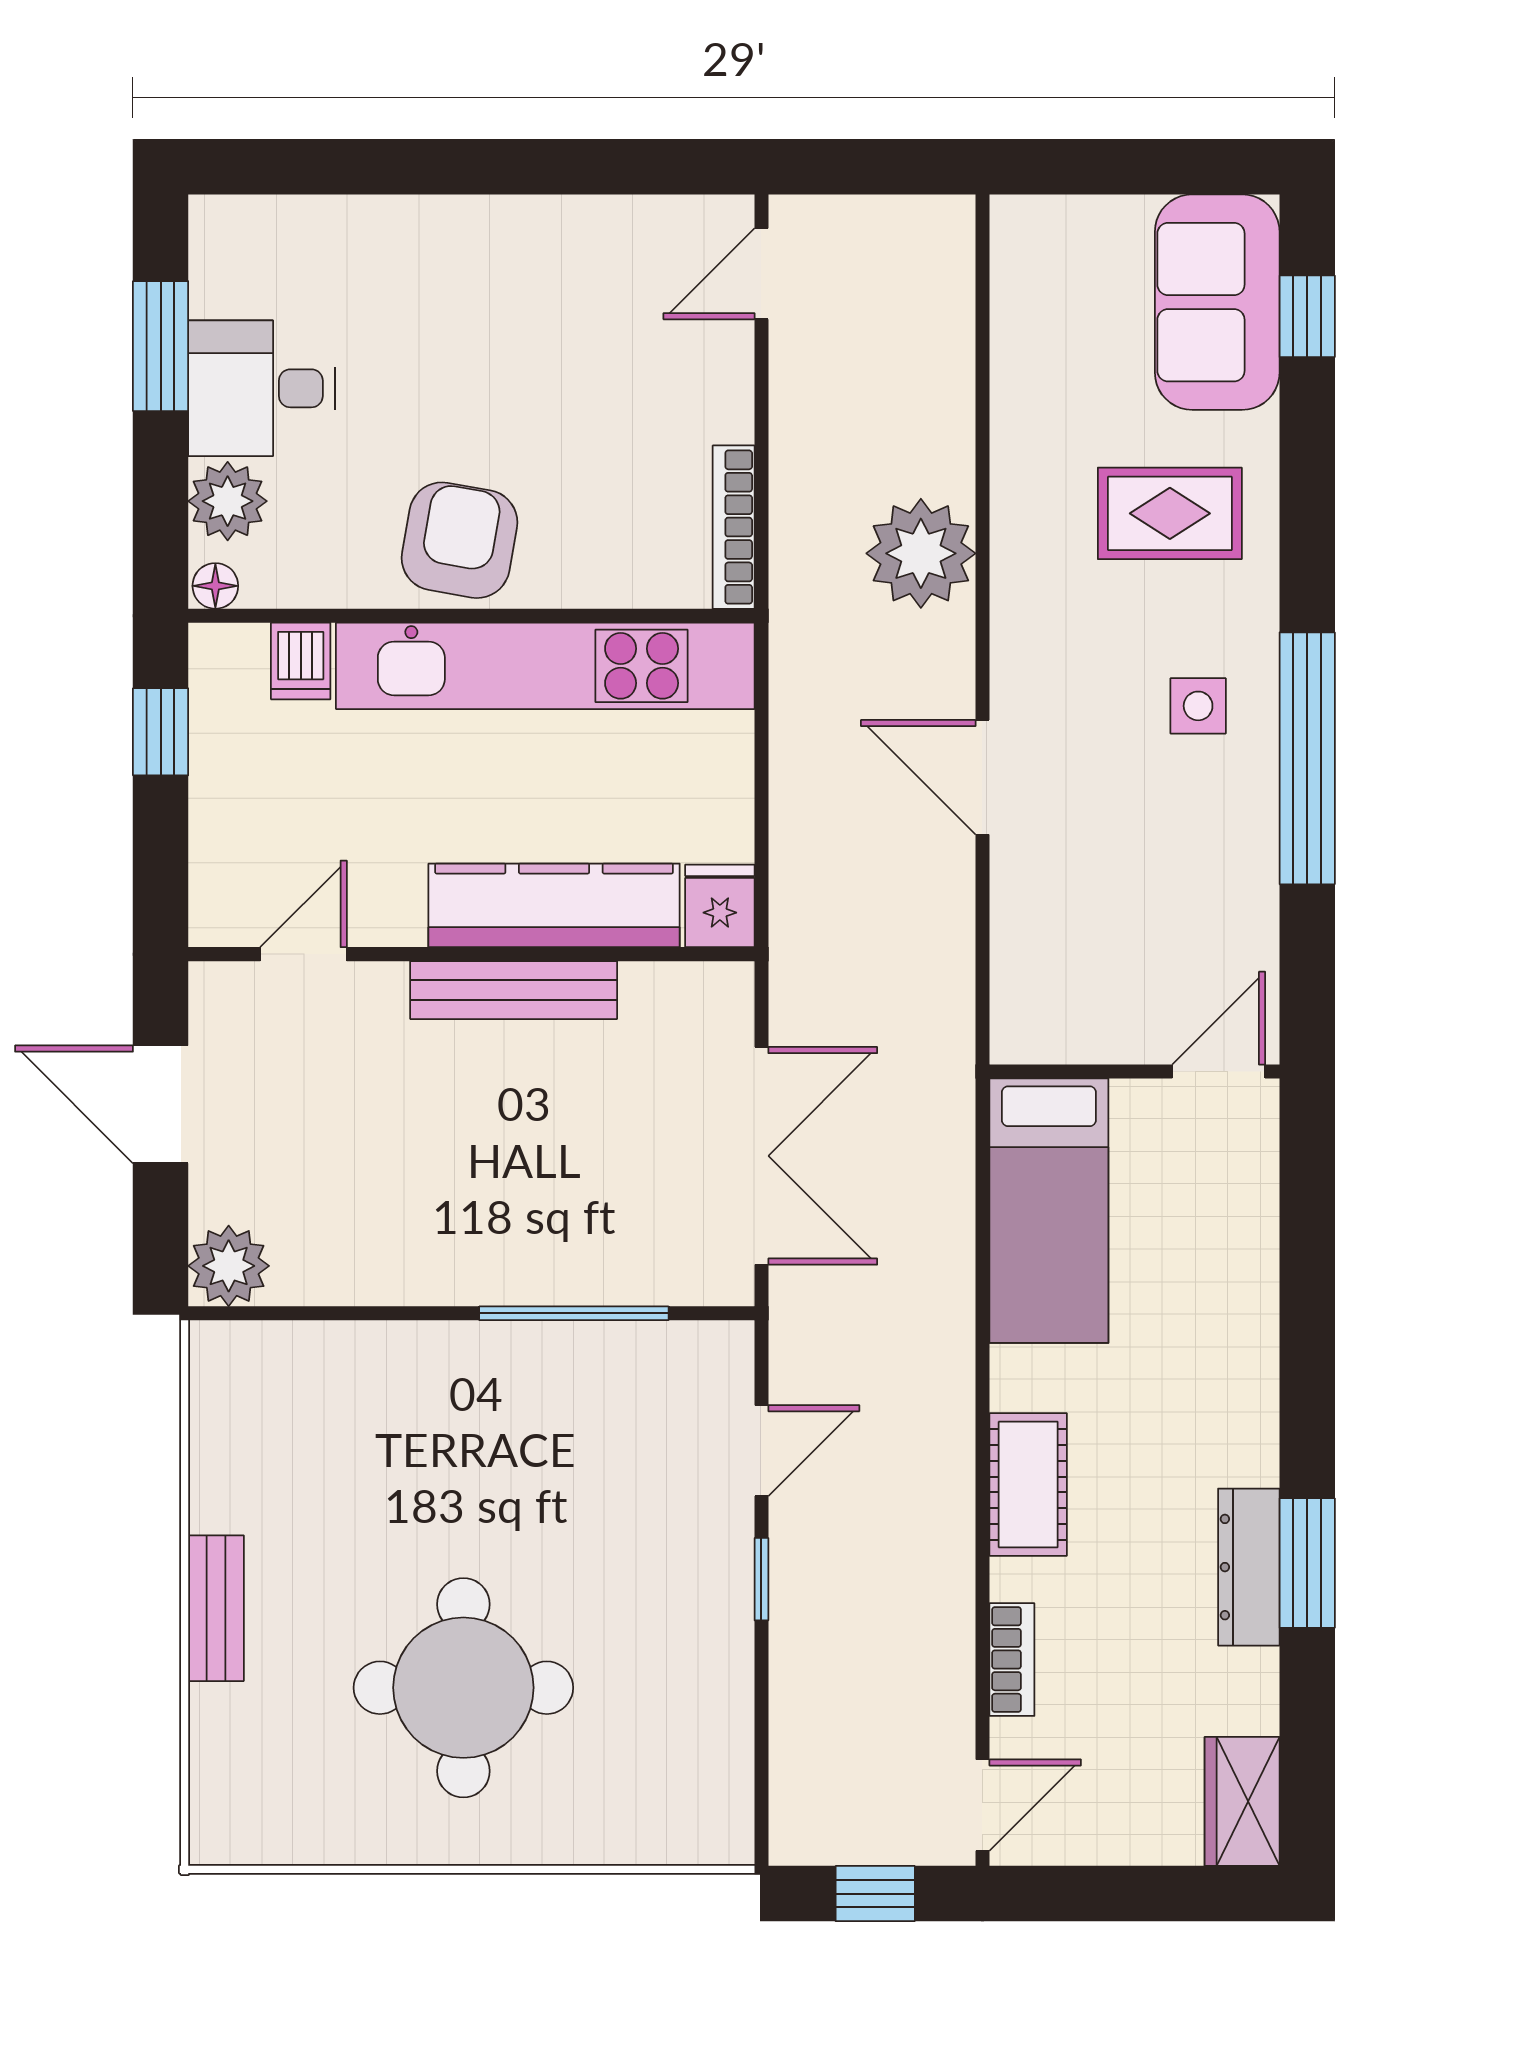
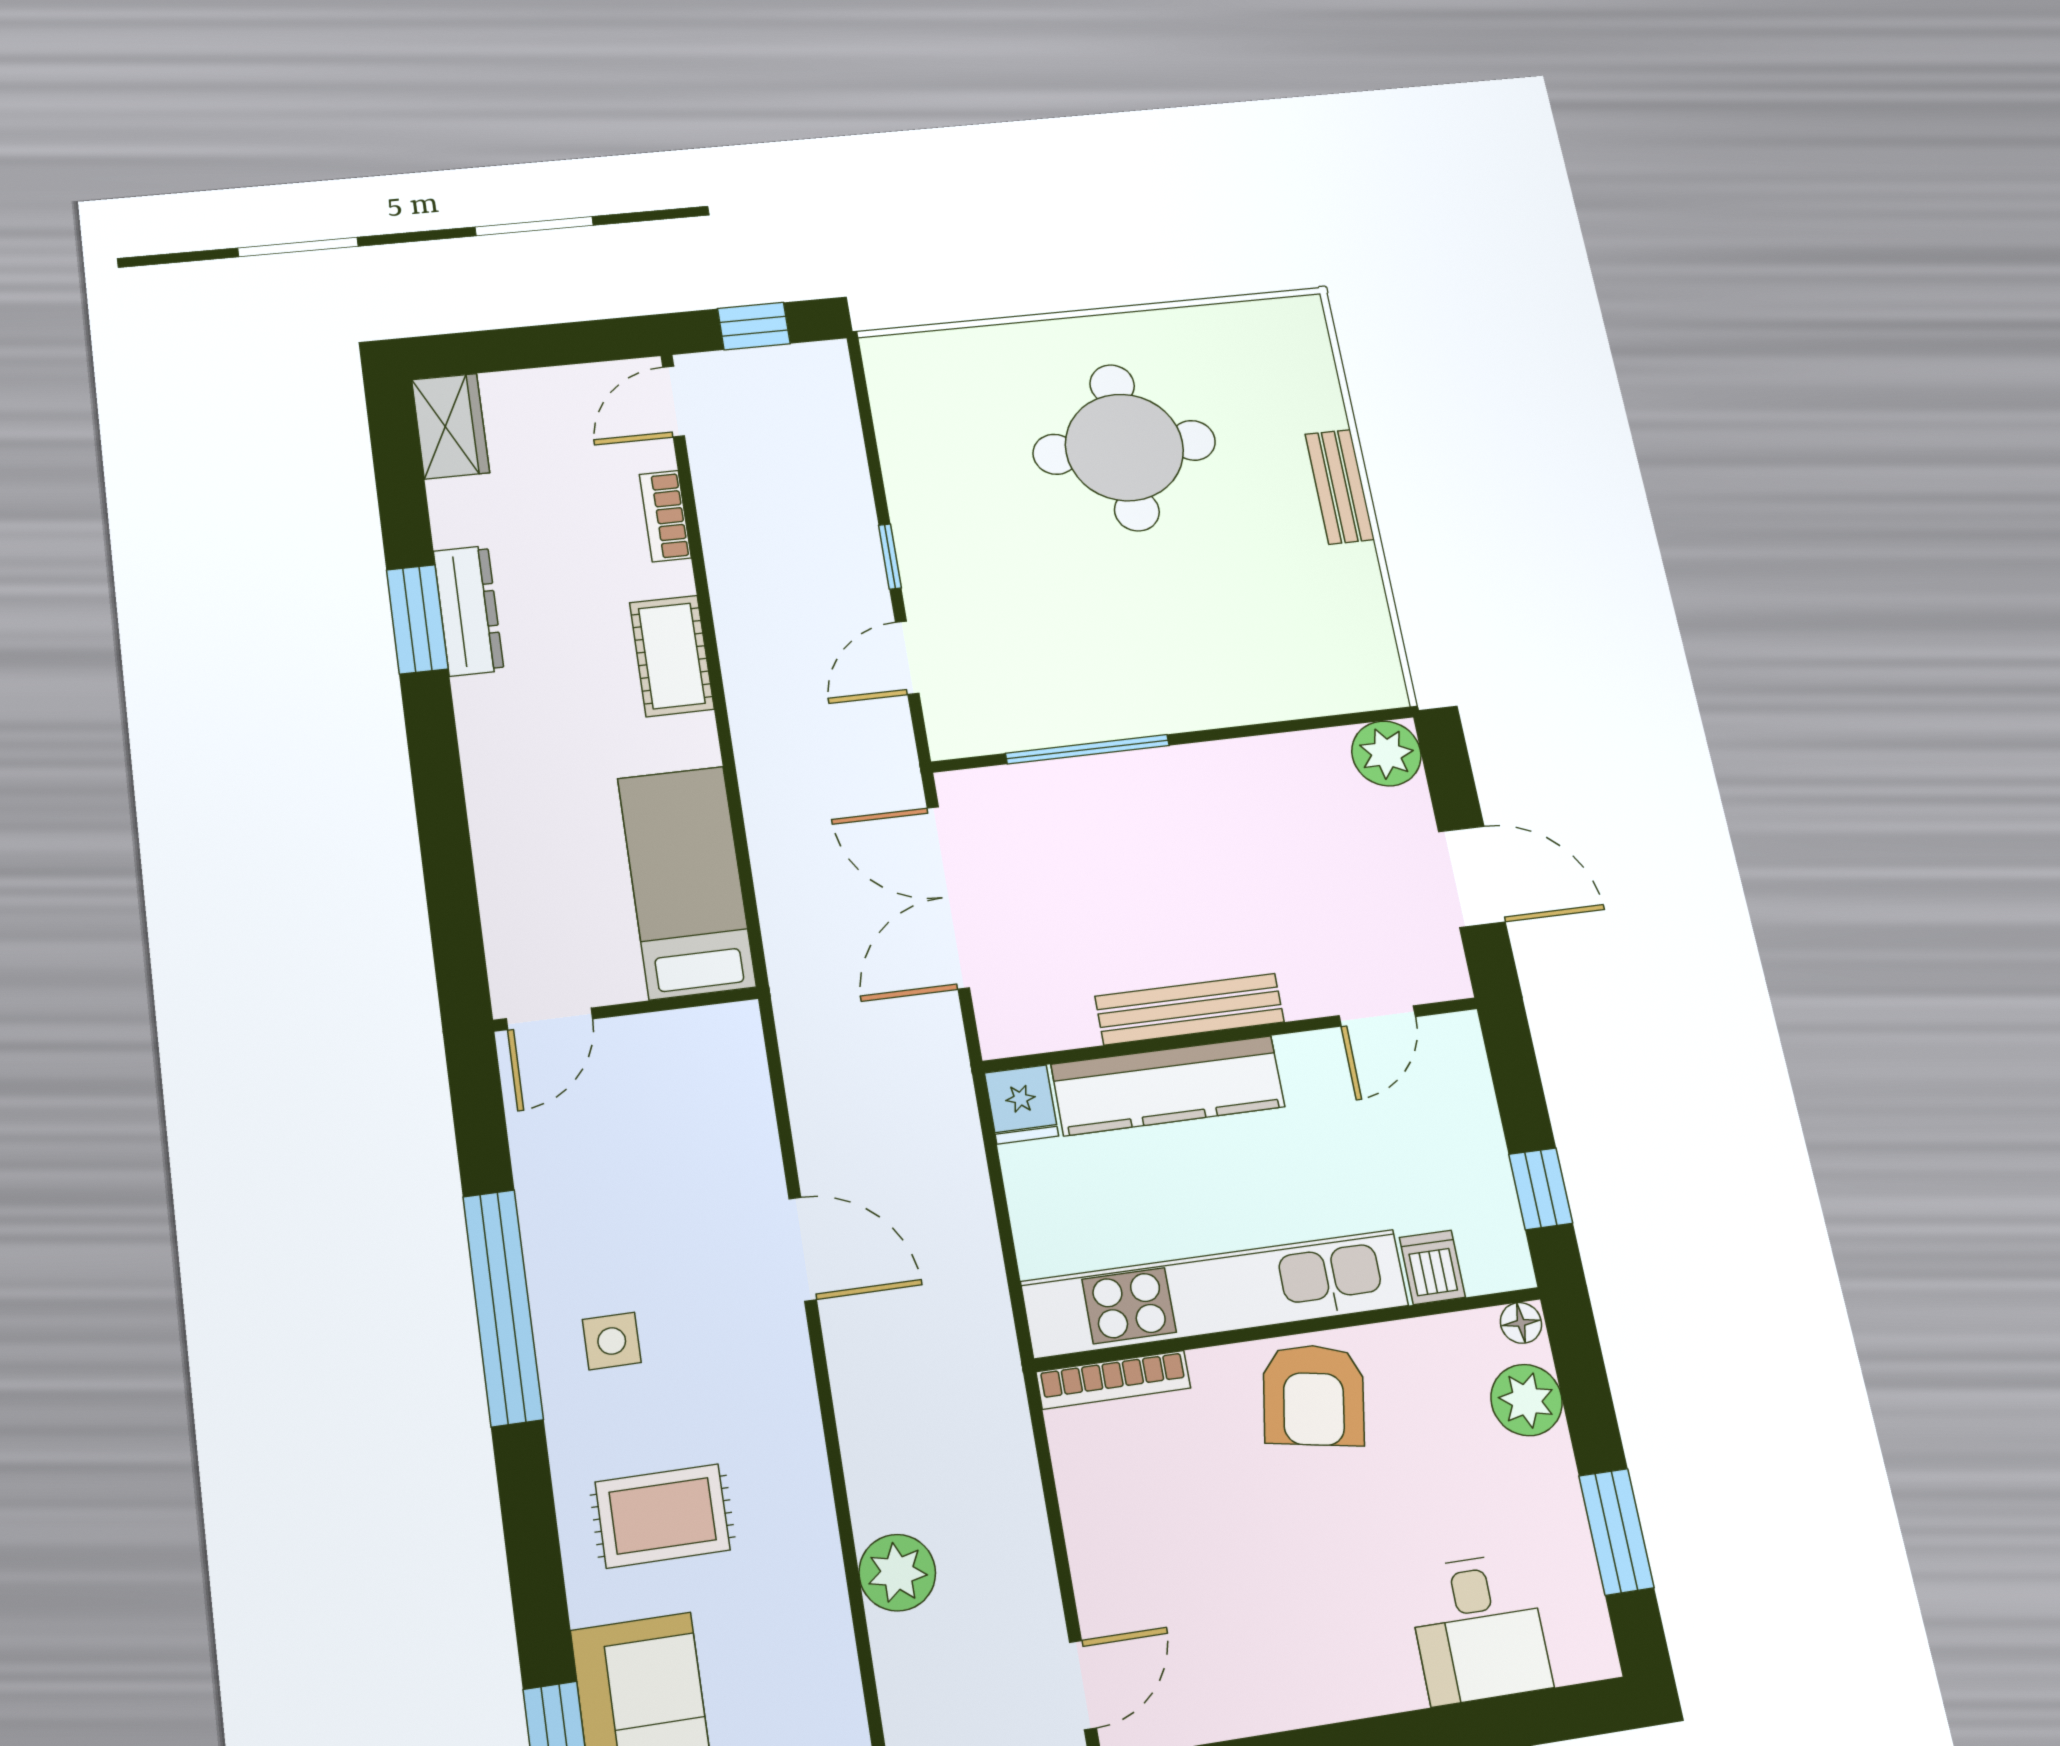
desk: (261, 388) -> (1479, 1629), moved, turned 90
bookcase: (734, 527) -> (1113, 1380), moved, turned 90
plant: (921, 553) -> (897, 1573), moved, width x0.73, depth x0.73

